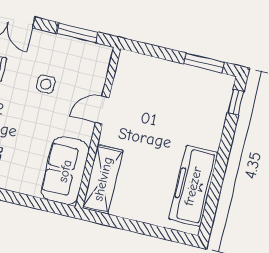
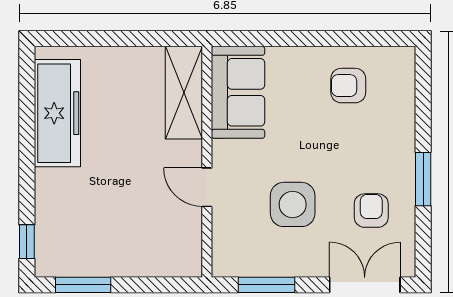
side table: (46, 84) -> (293, 204), width x1.87, depth x1.87
door: (102, 110) -> (207, 187), swing flipped

